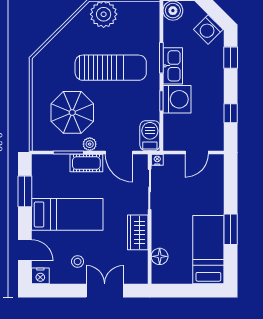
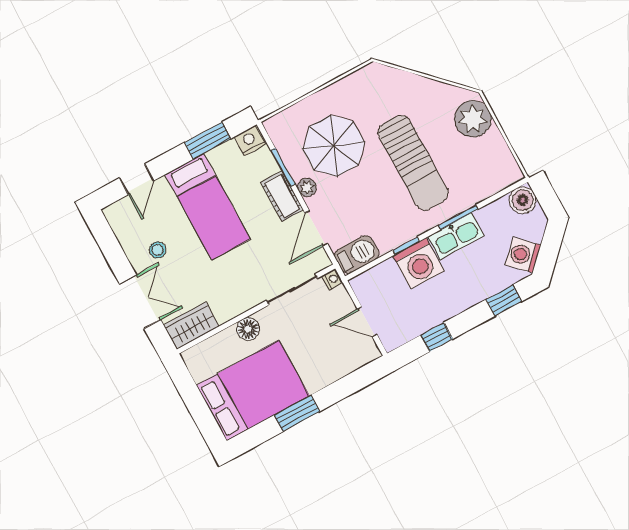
wardrobe: (138, 232) -> (191, 326), moved
bed: (208, 250) -> (253, 391), width x1.50
floor lamp: (160, 256) -> (248, 329), moved
nightstand: (40, 276) -> (250, 141), moved, turned 90

